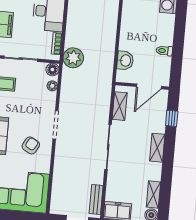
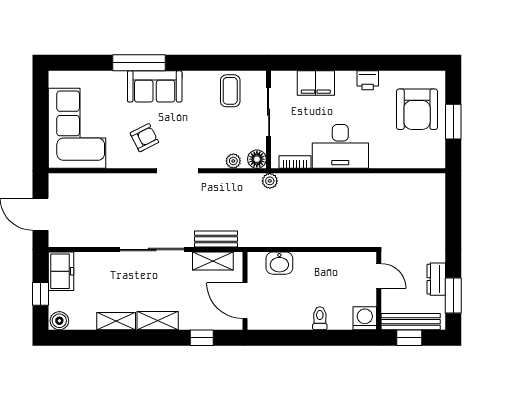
toilet: (164, 51) -> (320, 318), moved
plant: (73, 58) -> (270, 181), width x0.53, depth x0.53
armchair: (31, 145) -> (144, 138), turned -55
shelving: (153, 194) -> (116, 321), moved
bench: (96, 199) -> (216, 239), moved

